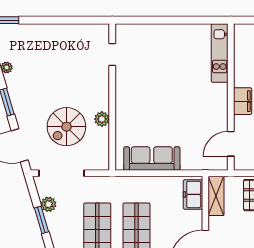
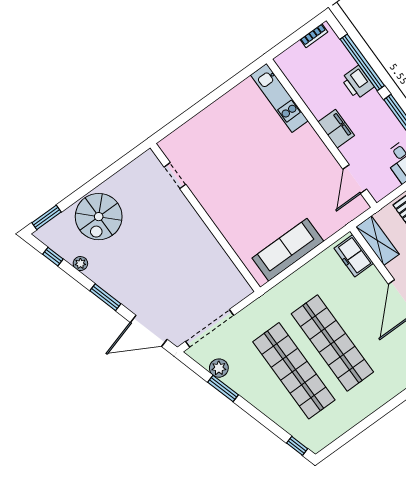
plant: (102, 119) -> (211, 246), removed
spiral stairs: (66, 127) -> (99, 217), moved

